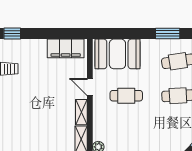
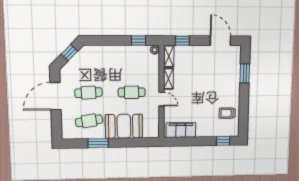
booth: (117, 54) -> (124, 126), moved

